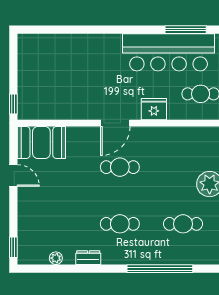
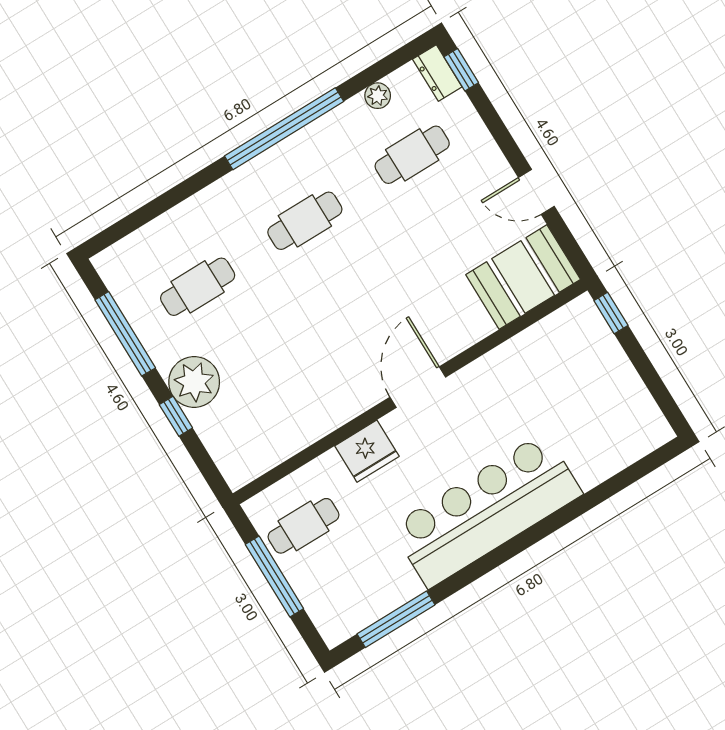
bar counter: (169, 52) -> (486, 510), moved
cafe table: (120, 167) -> (412, 155), moved
dresser: (88, 258) -> (437, 73), moved, turned 90
window: (160, 269) -> (284, 129), moved

